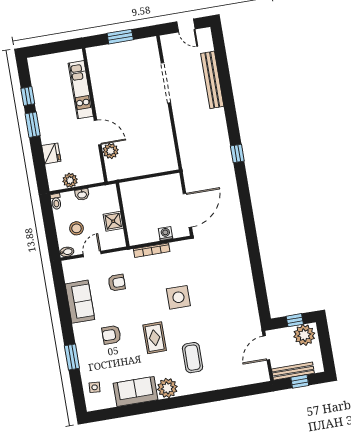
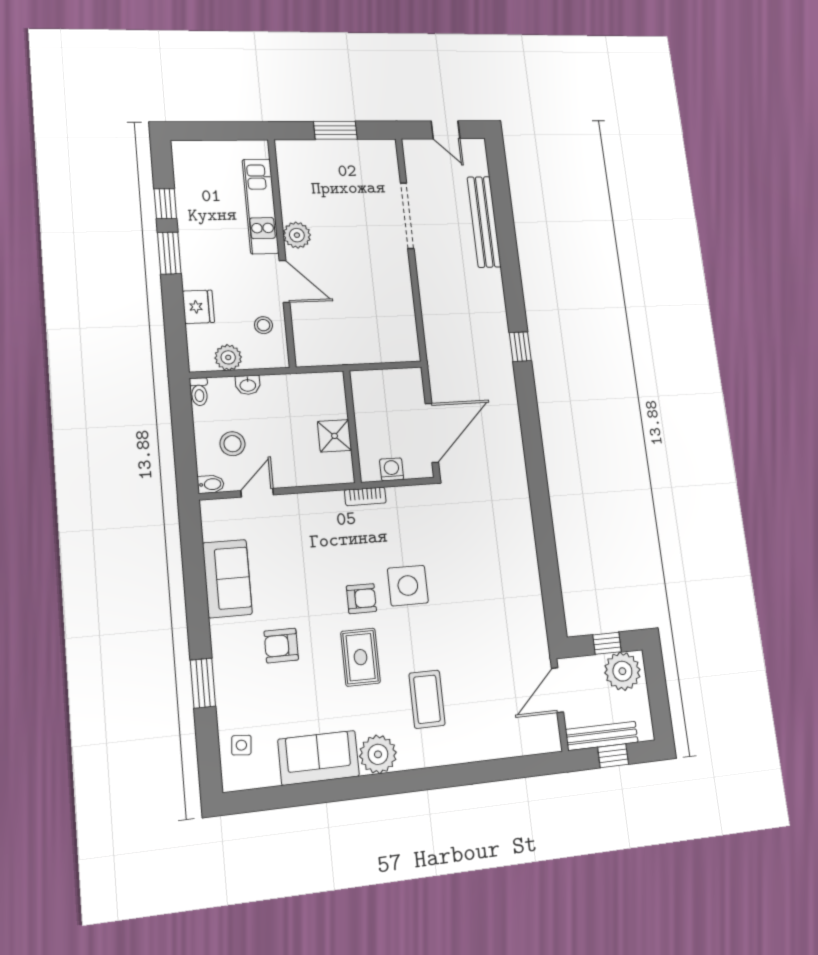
plant: (111, 151) -> (297, 235), moved
stool: (88, 159) -> (263, 325), added
wall: (123, 215) -> (352, 426), moved
shower: (113, 221) -> (335, 436), moved
bookcase: (152, 250) -> (365, 496), width x0.64
armchair: (117, 283) -> (361, 599), moved

